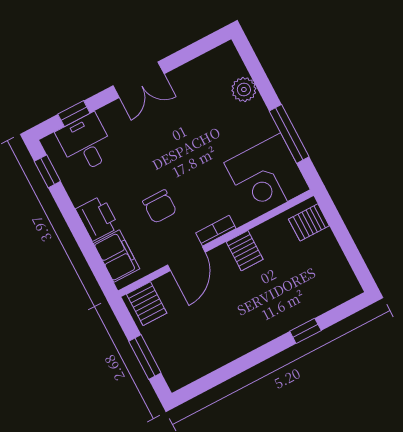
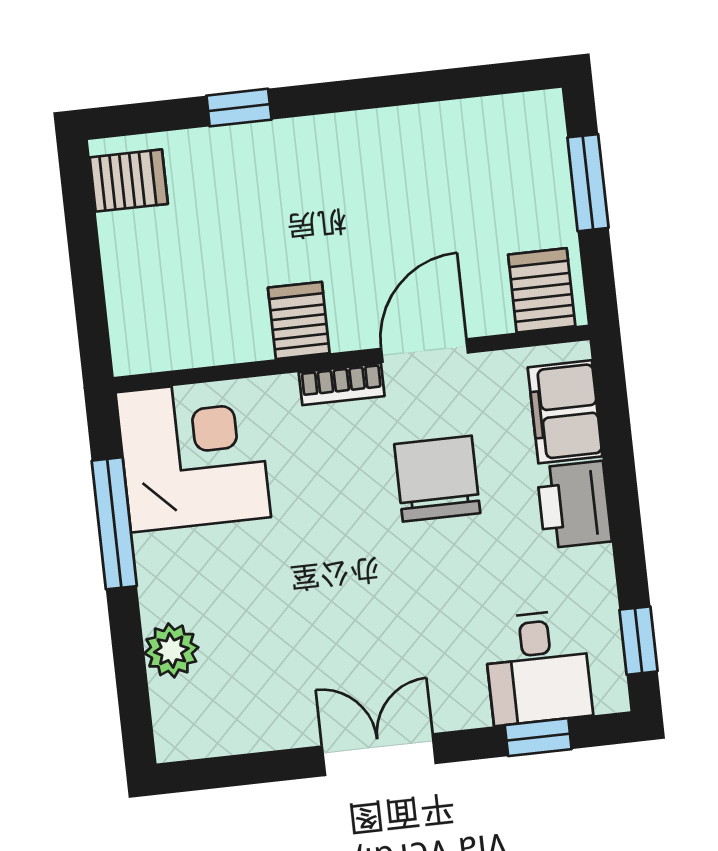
chair: (160, 207) -> (437, 479), width x1.37, depth x1.37
server rack: (309, 222) -> (129, 181), moved

